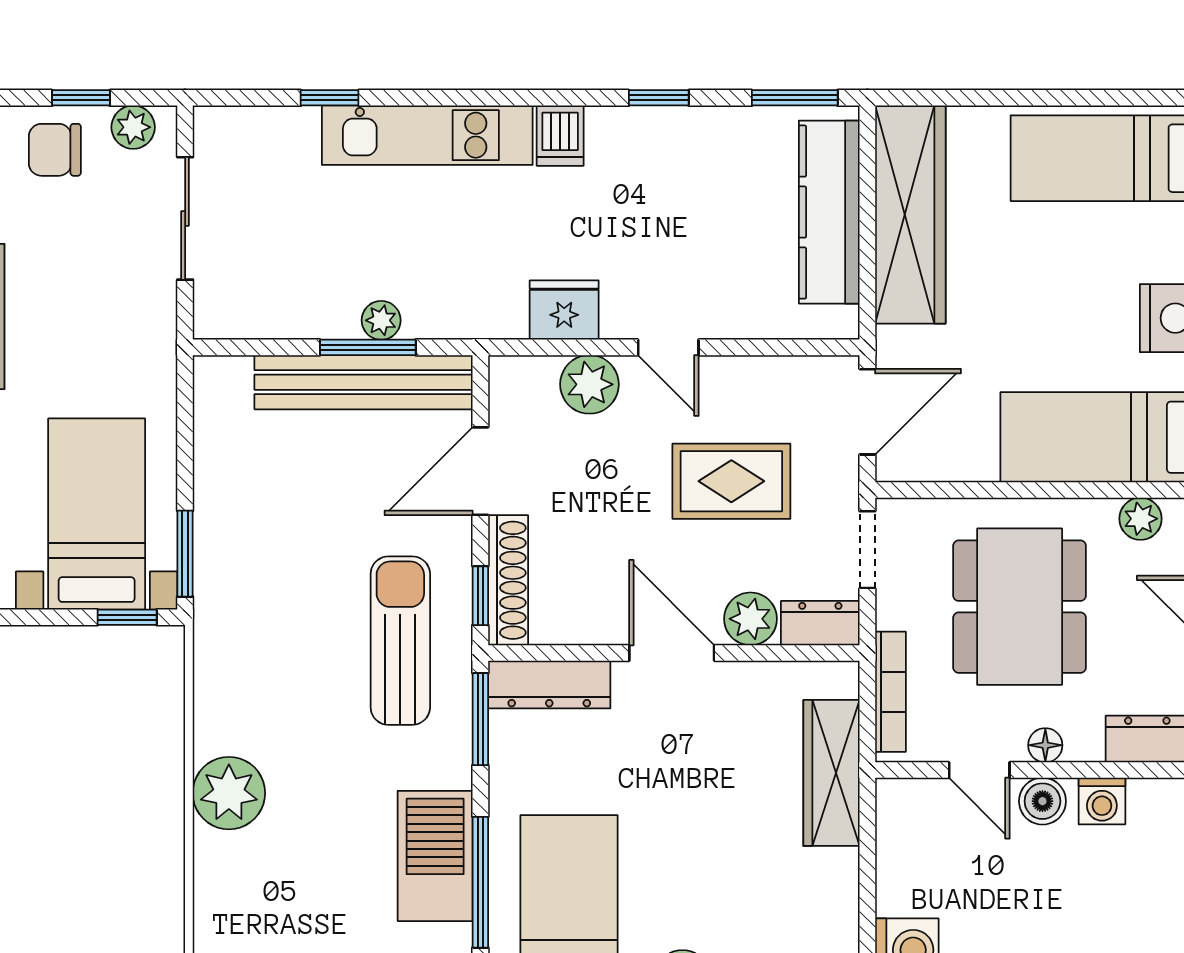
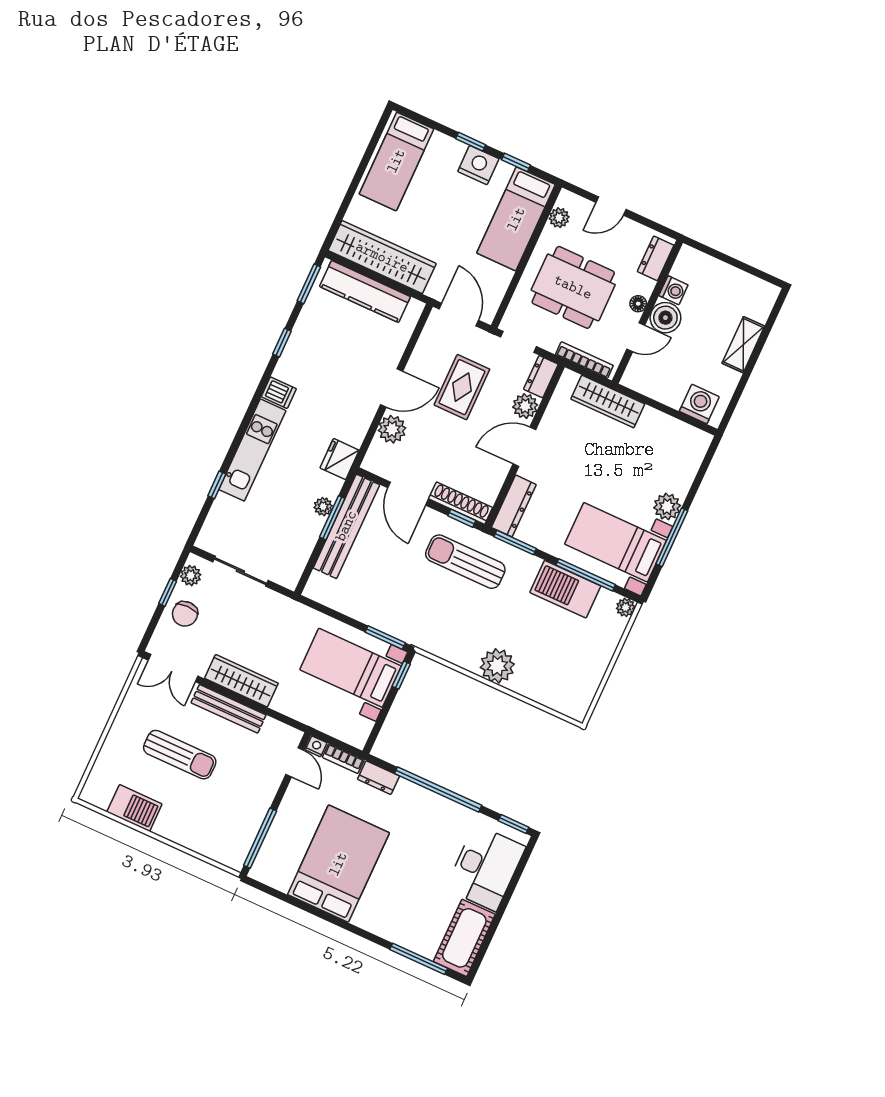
fridge: (564, 310) -> (340, 459), moved
door: (668, 347) -> (392, 388), width x1.38
boiler: (1042, 801) -> (665, 318), width x1.36, depth x1.36

